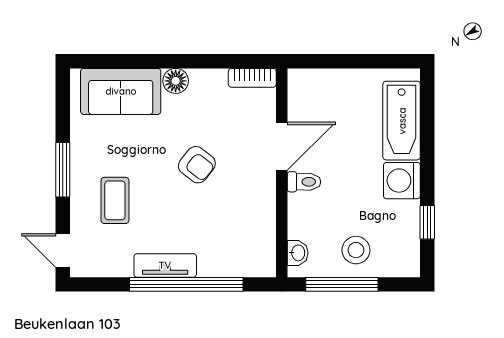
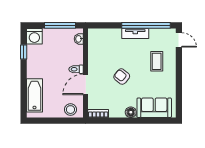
window: (63, 170) -> (179, 74), removed
washing machine: (402, 181) -> (34, 36), moved, turned 90
stool: (356, 250) -> (70, 110), moved
window: (186, 284) -> (146, 25), moved

